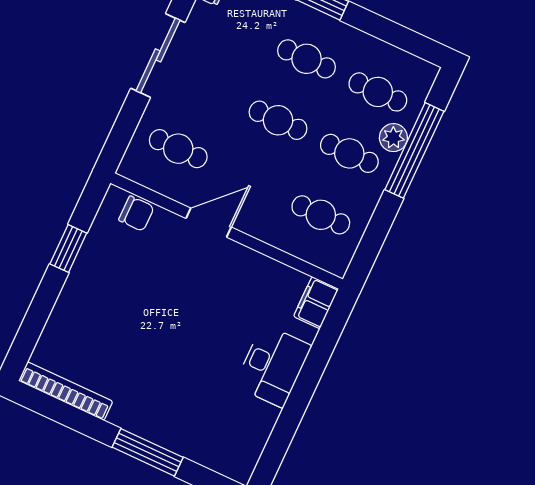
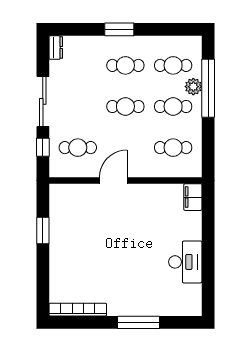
window: (126, 124) -> (43, 147), added
chair: (136, 214) -> (71, 194), removed
desk: (273, 366) -> (185, 262), moved

